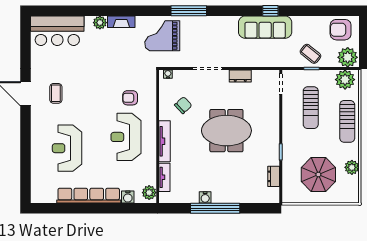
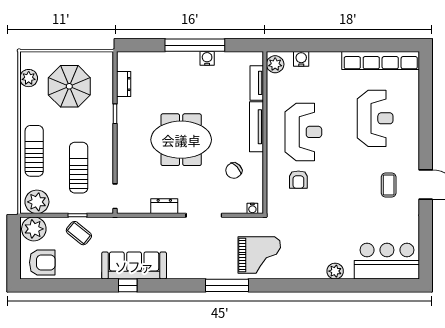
fireplace: (121, 22) -> (309, 272), removed
armchair: (130, 98) -> (298, 180), turned 90
plant: (352, 167) -> (29, 78), moved
row of seats: (89, 196) -> (381, 61), moved

